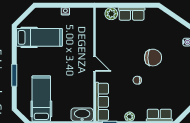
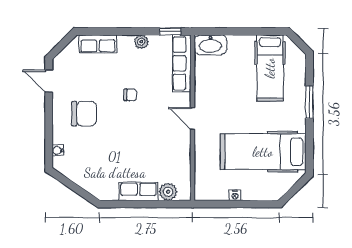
hospital bed: (39, 37) -> (263, 152), width x1.37, depth x1.29
chair: (153, 58) -> (84, 114), moved, turned 180

